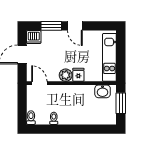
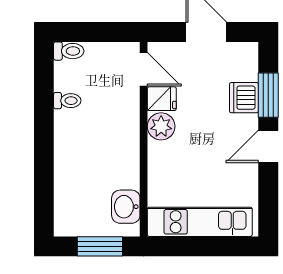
dishwasher: (34, 37) -> (244, 98), moved
fridge: (78, 75) -> (162, 99), moved
door: (39, 83) -> (144, 69), hinge flipped

